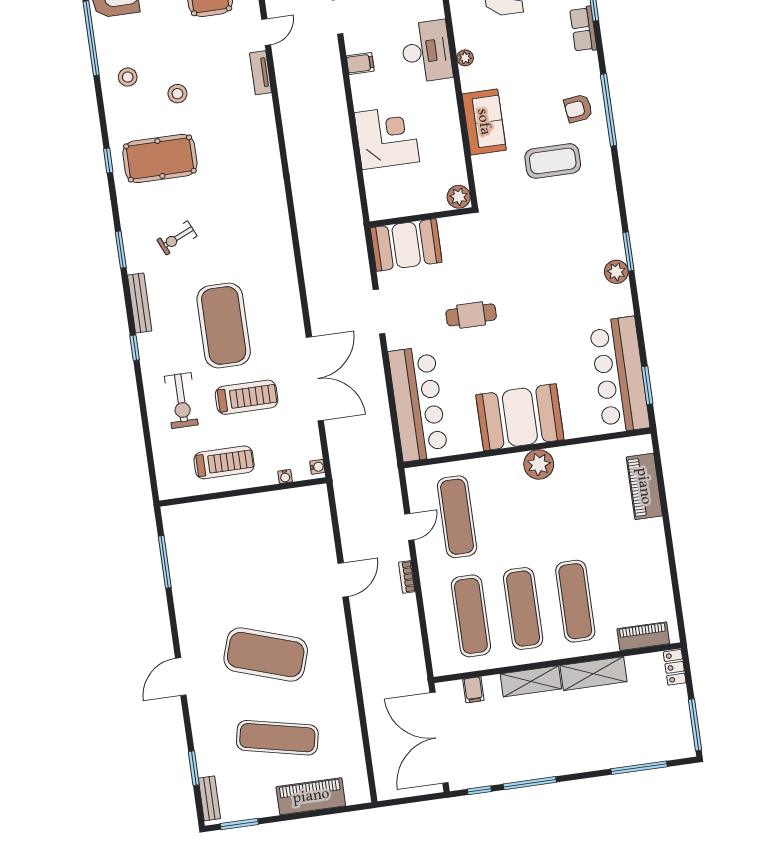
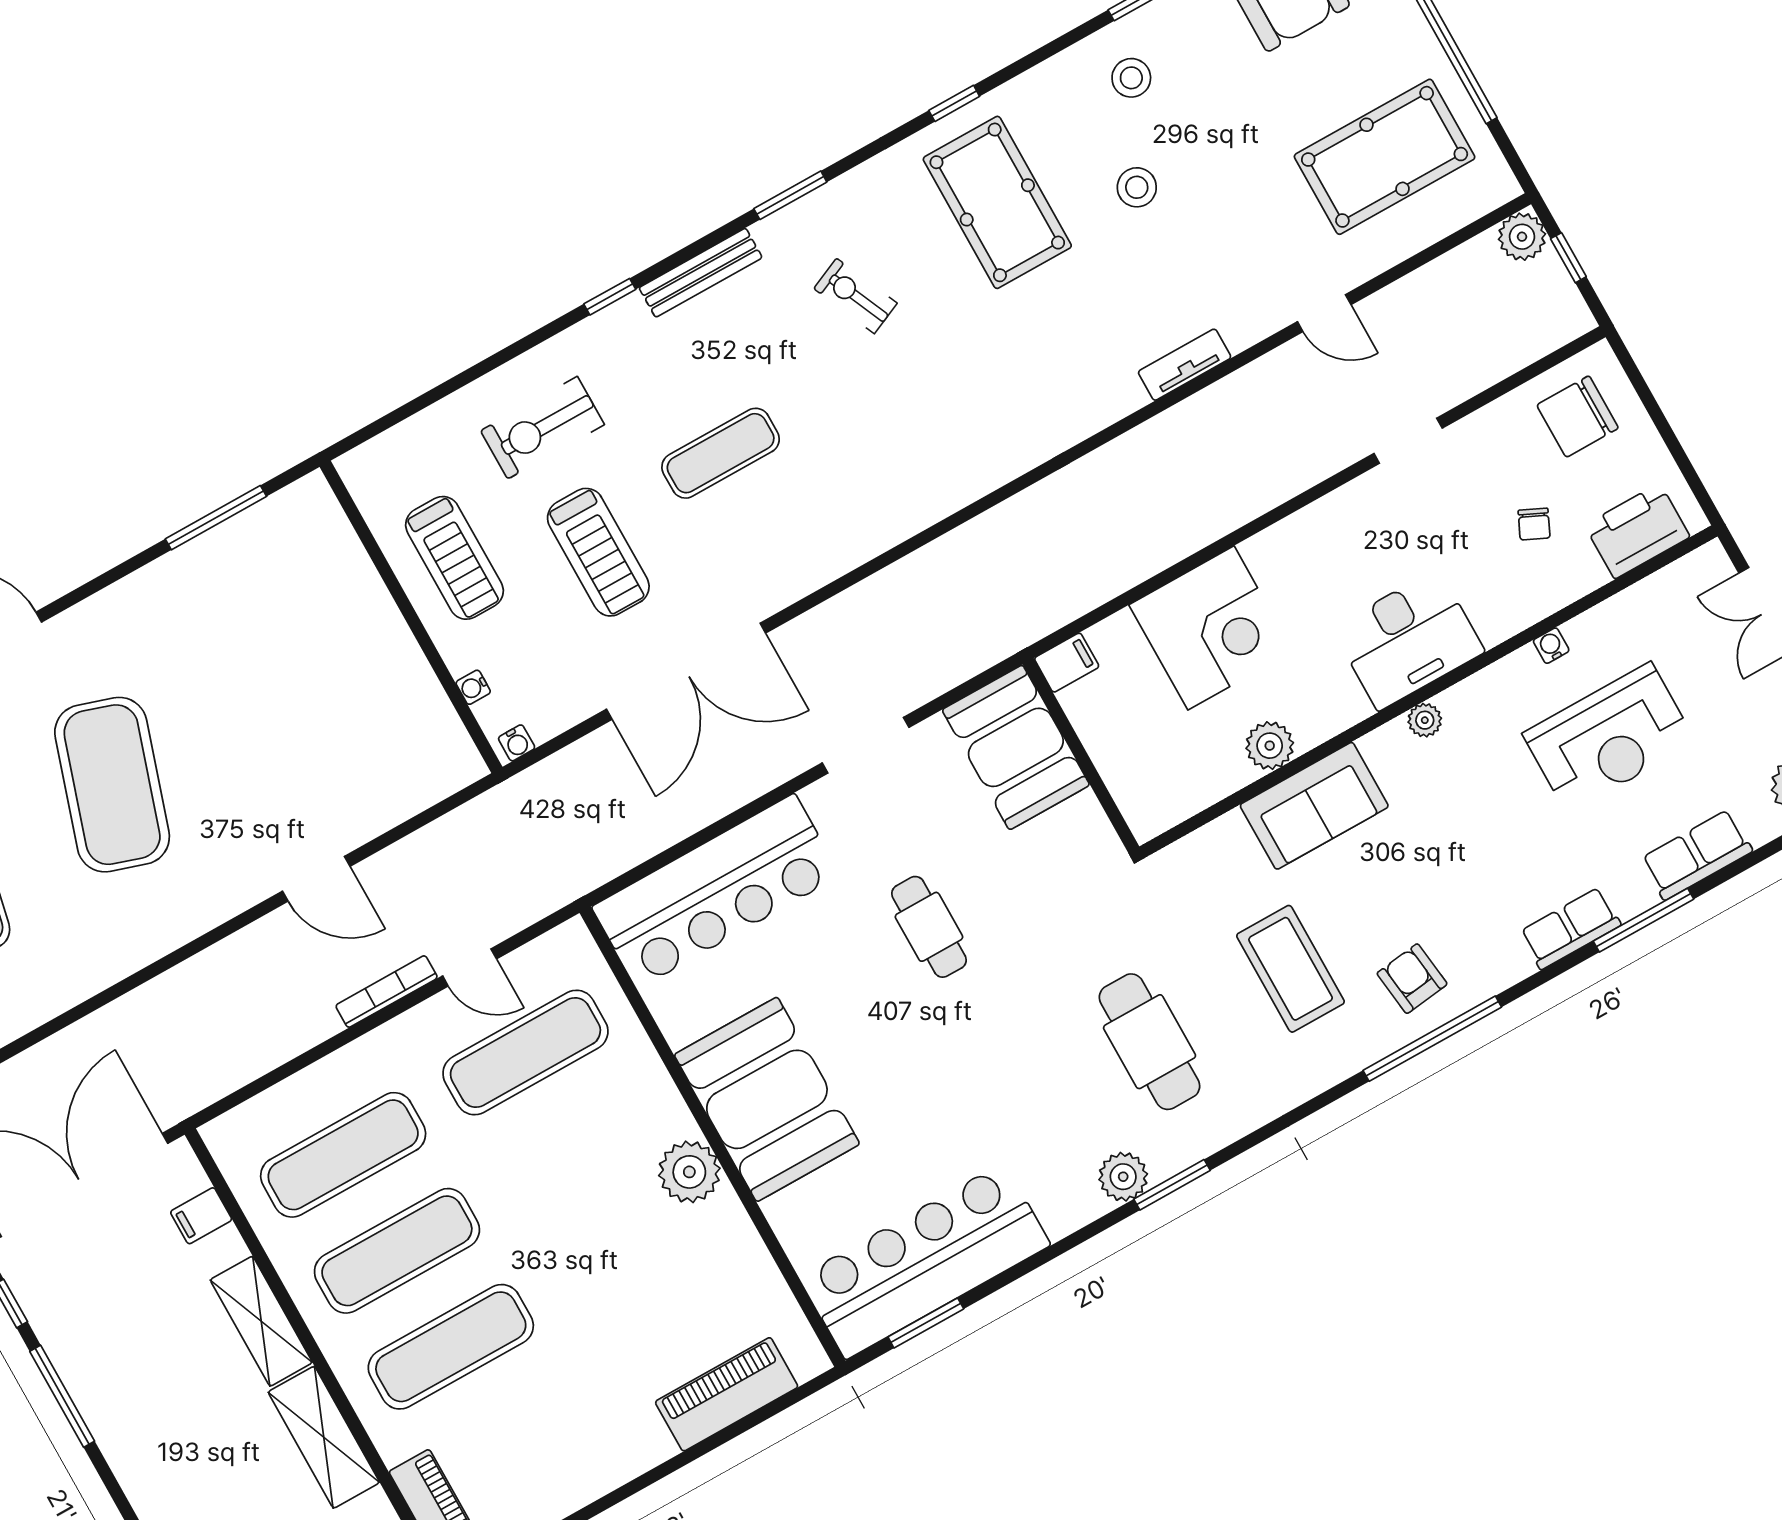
filing cabinet: (360, 64) -> (1067, 663), moved, turned -90
tv unit: (261, 73) -> (1185, 365), moved
plant: (459, 197) -> (1270, 746), moved
cafe table: (561, 237) -> (1150, 1042), added
exercise mat: (224, 325) -> (721, 453), width x0.50, depth x0.69
bookcase: (407, 577) -> (387, 992), width x1.56

